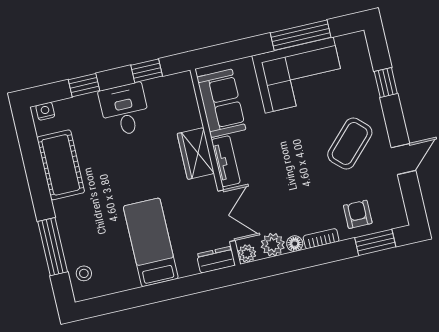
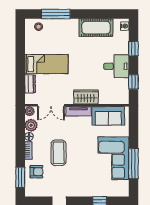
coffee table: (350, 143) -> (59, 153), moved, turned 46
dresser: (216, 260) -> (30, 84), moved

